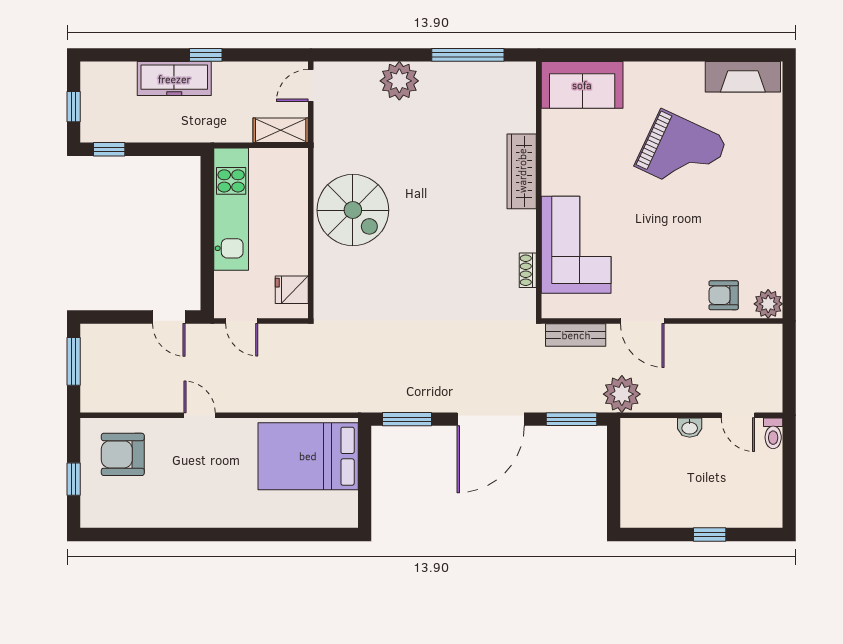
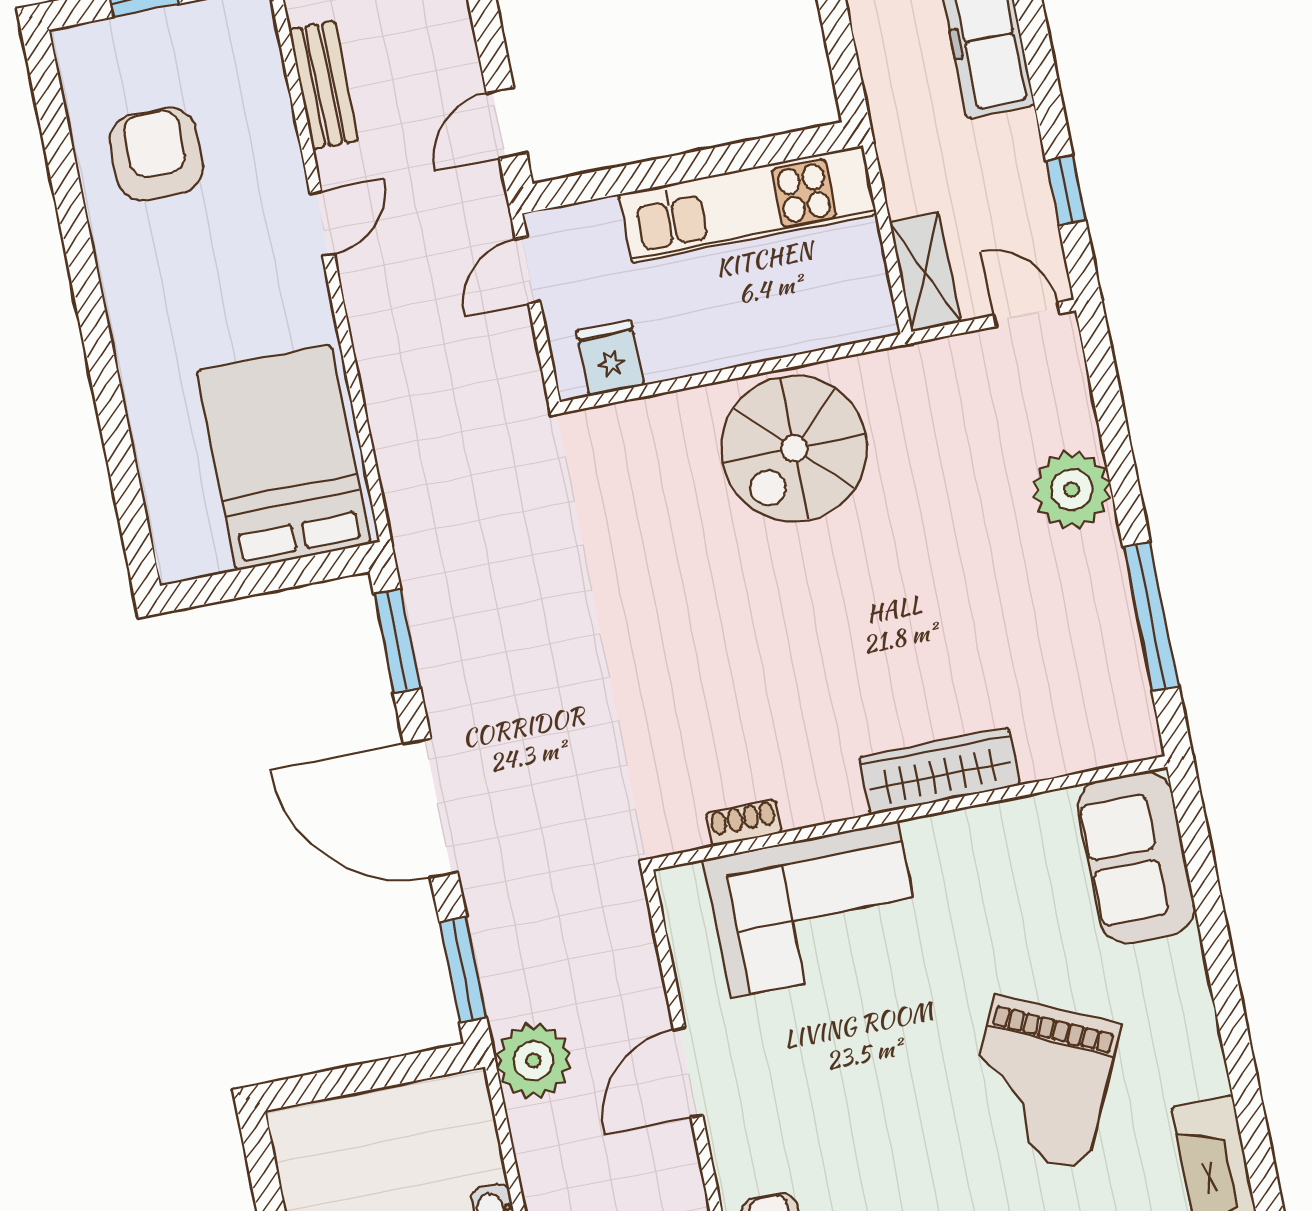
window: (206, 55) -> (1066, 190), moved
bench: (576, 335) -> (324, 85), moved
armchair: (123, 454) -> (156, 154), moved

